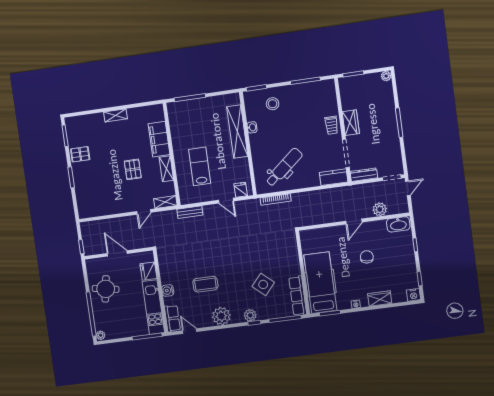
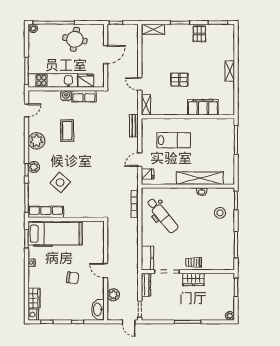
shelving: (166, 169) -> (153, 29), moved
wardrobe: (380, 298) -> (34, 298), moved
row of seats: (172, 318) -> (84, 96), moved

